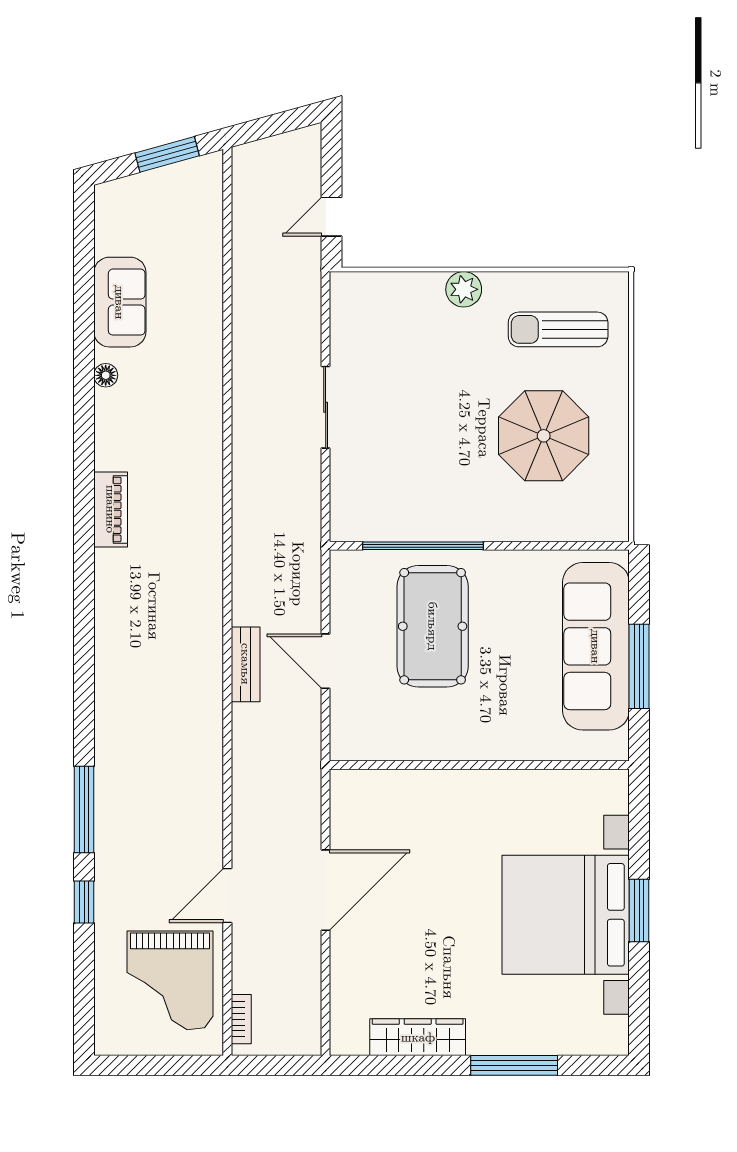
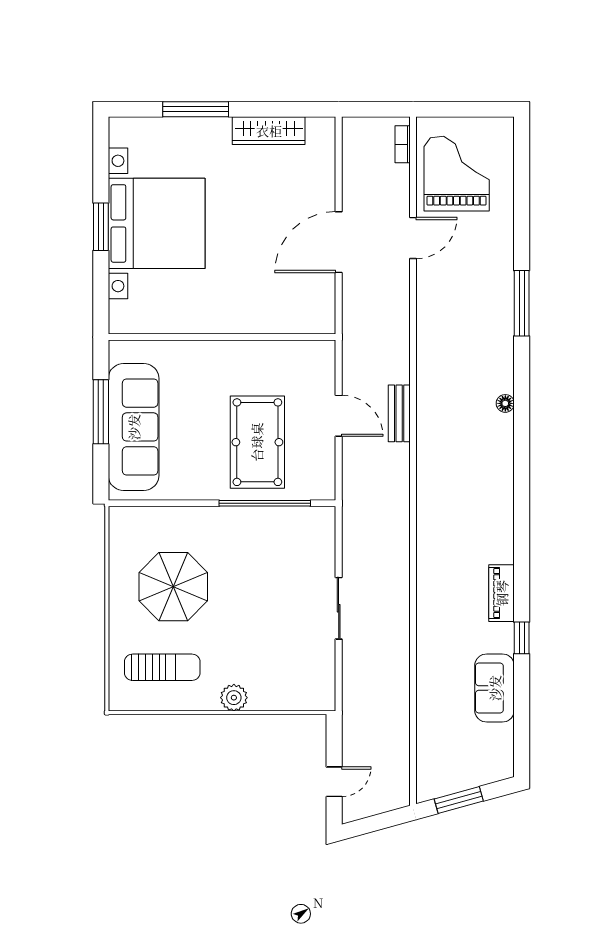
door: (331, 217) -> (334, 782), moved
floor lamp: (106, 375) -> (505, 403), moved
piano: (111, 509) -> (502, 593), moved
window: (84, 902) -> (522, 638), moved

